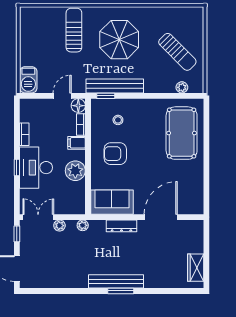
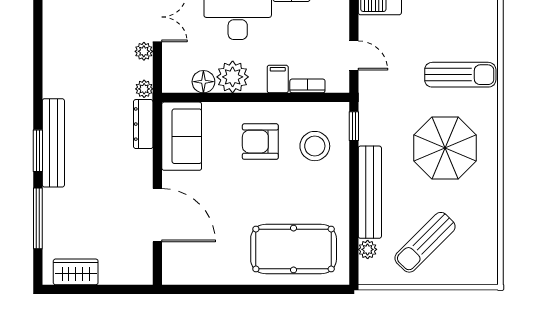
bench: (115, 86) -> (370, 192), moved
floor lamp: (78, 106) -> (203, 82), moved
stool: (118, 120) -> (315, 146), width x1.89, depth x1.89
armchair: (115, 154) -> (260, 142), turned -90
dresser: (121, 226) -> (143, 124), moved
window: (163, 291) -> (38, 218), added

